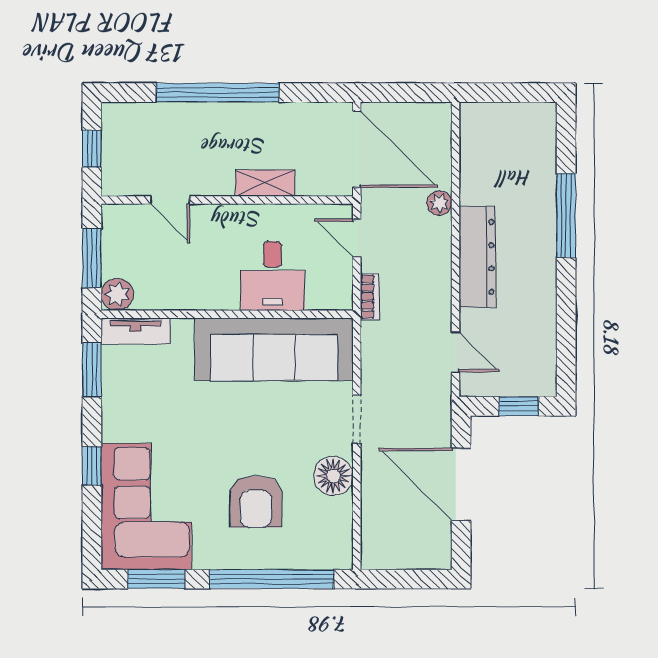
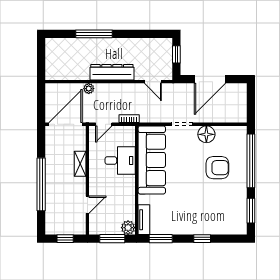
door: (456, 352) -> (153, 82), swing flipped
corner sofa: (146, 507) -> (220, 215), removed

